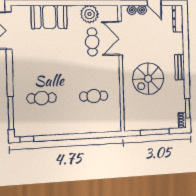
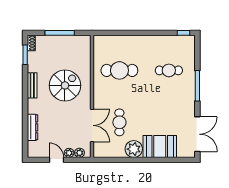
plant: (89, 14) -> (134, 149), moved
dresser: (178, 19) -> (33, 127), moved
bench: (180, 67) -> (32, 85), moved
cafe table: (94, 96) -> (119, 70), width x1.37, depth x1.35
window: (11, 113) -> (197, 86), moved

